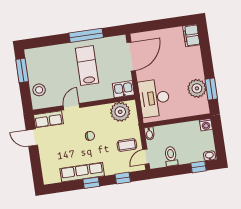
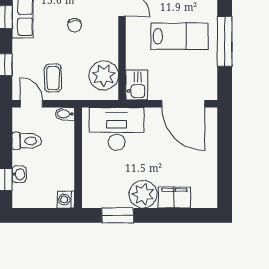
filing cabinet: (191, 35) -> (174, 197), moved
plant: (197, 88) -> (143, 194), moved
washbasin: (209, 156) -> (19, 174), moved

